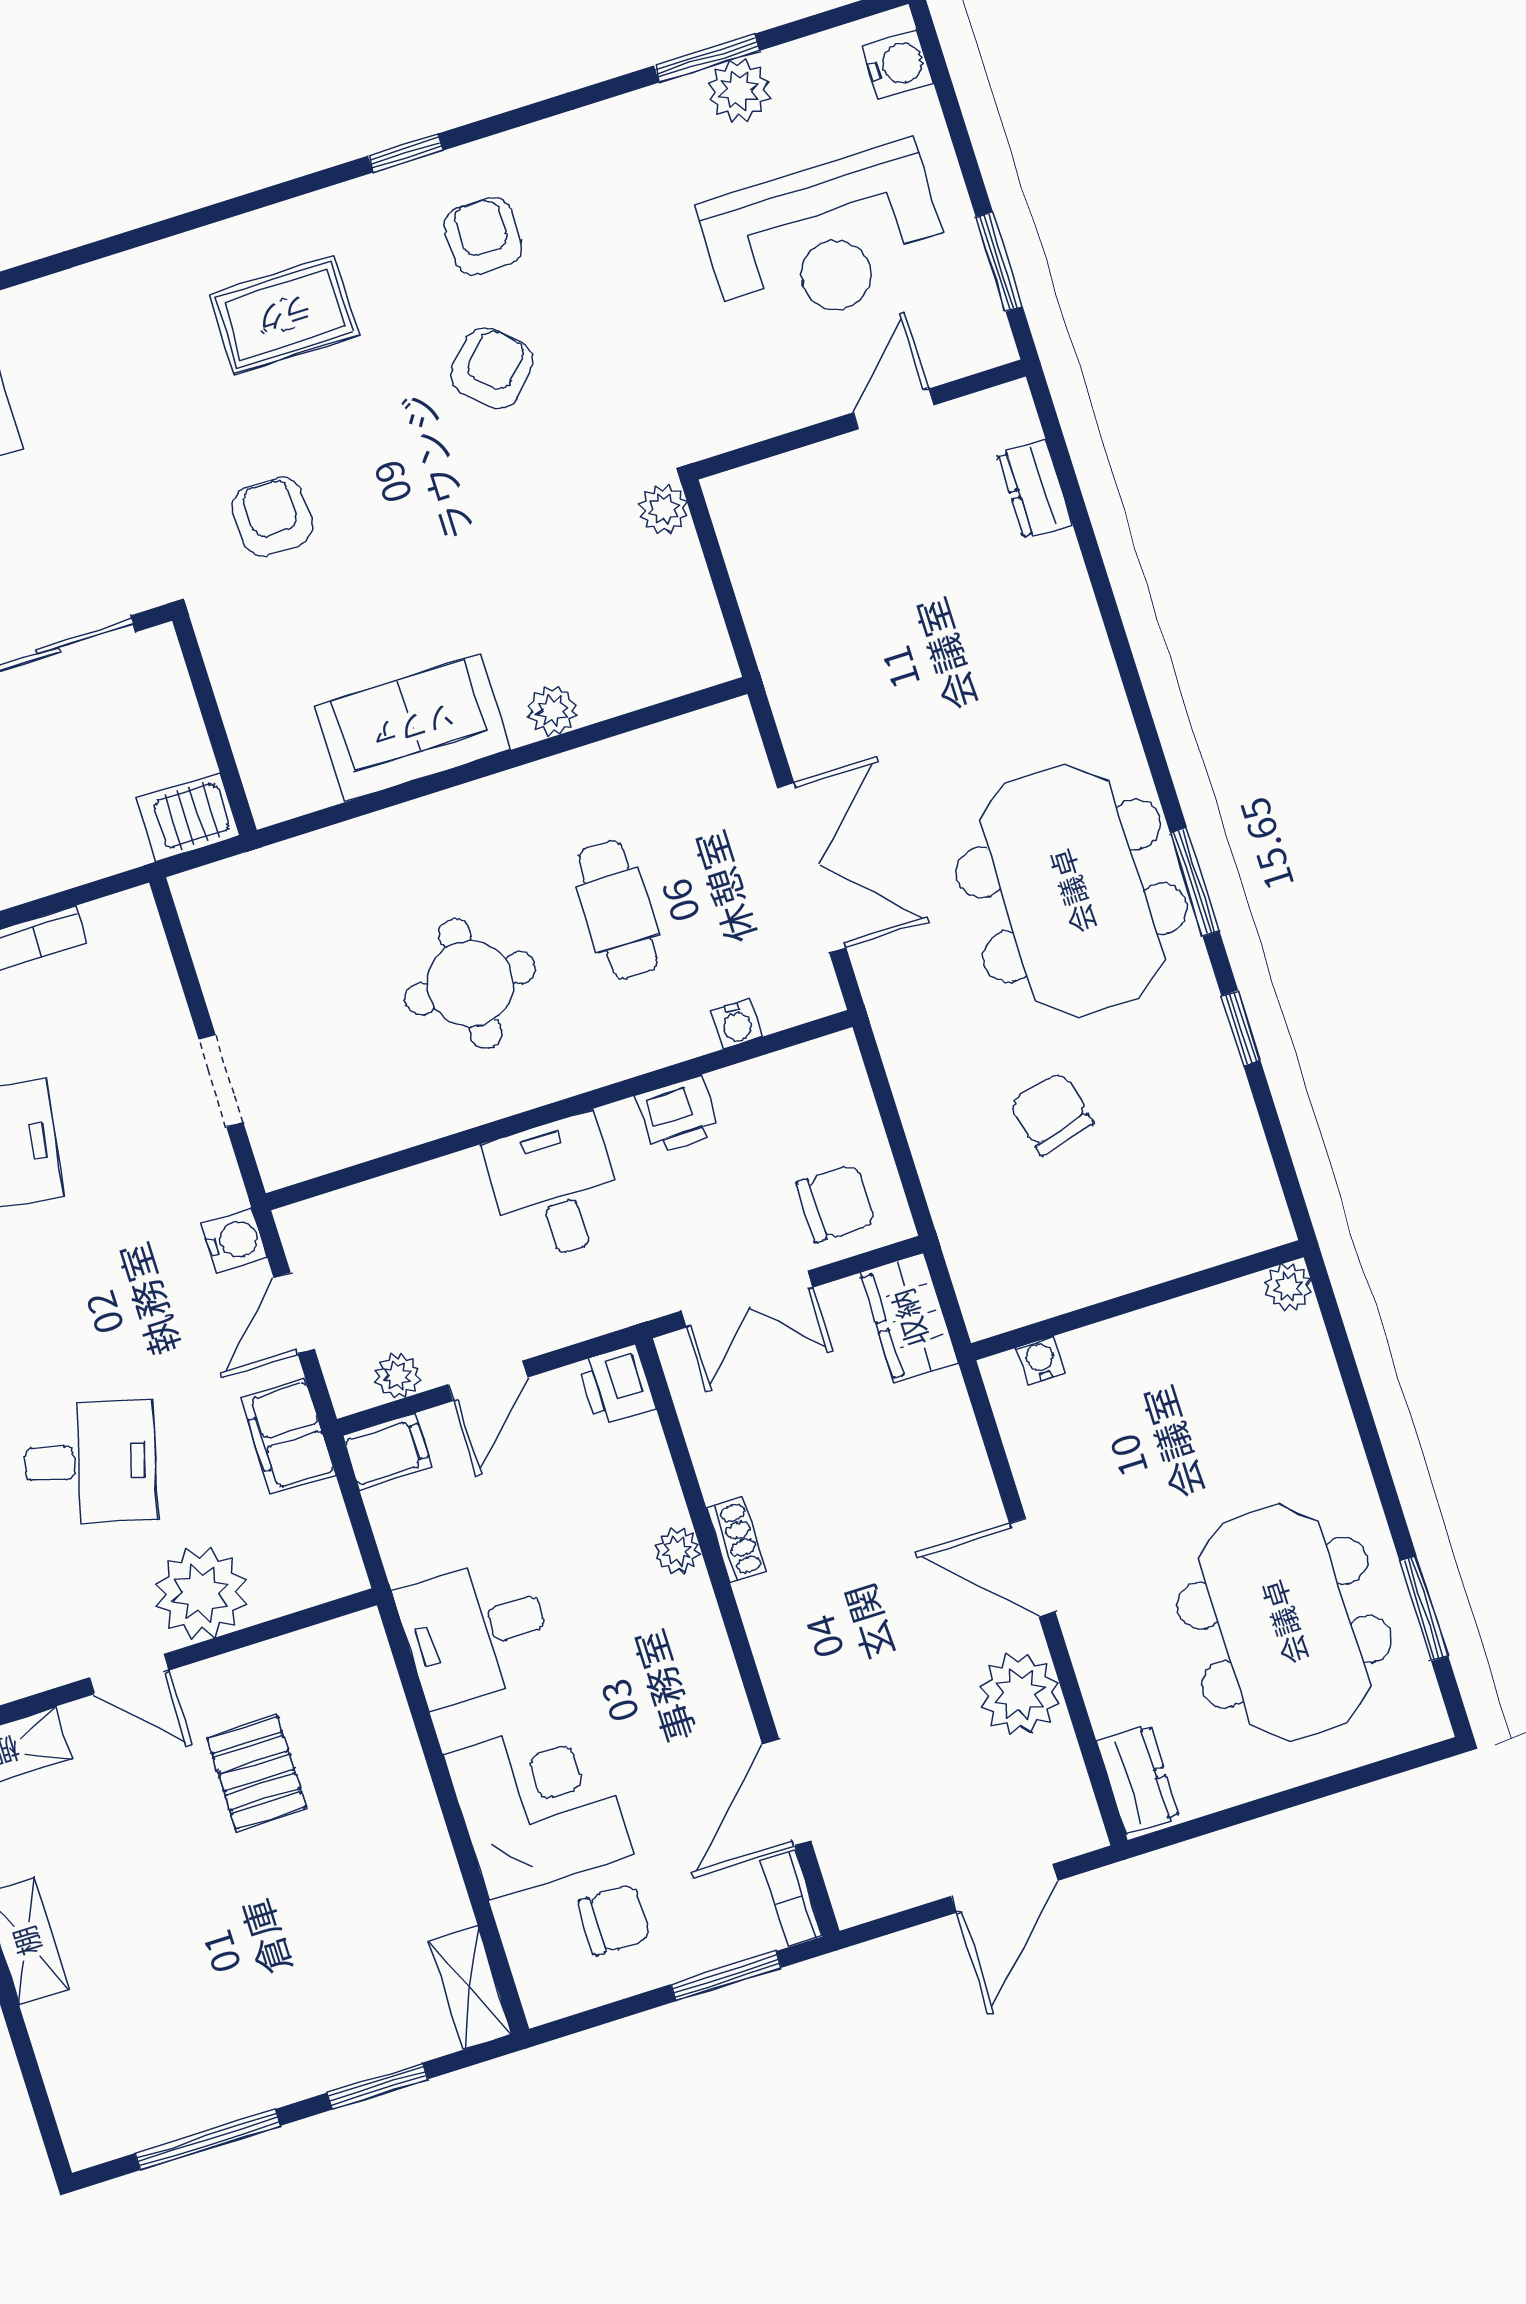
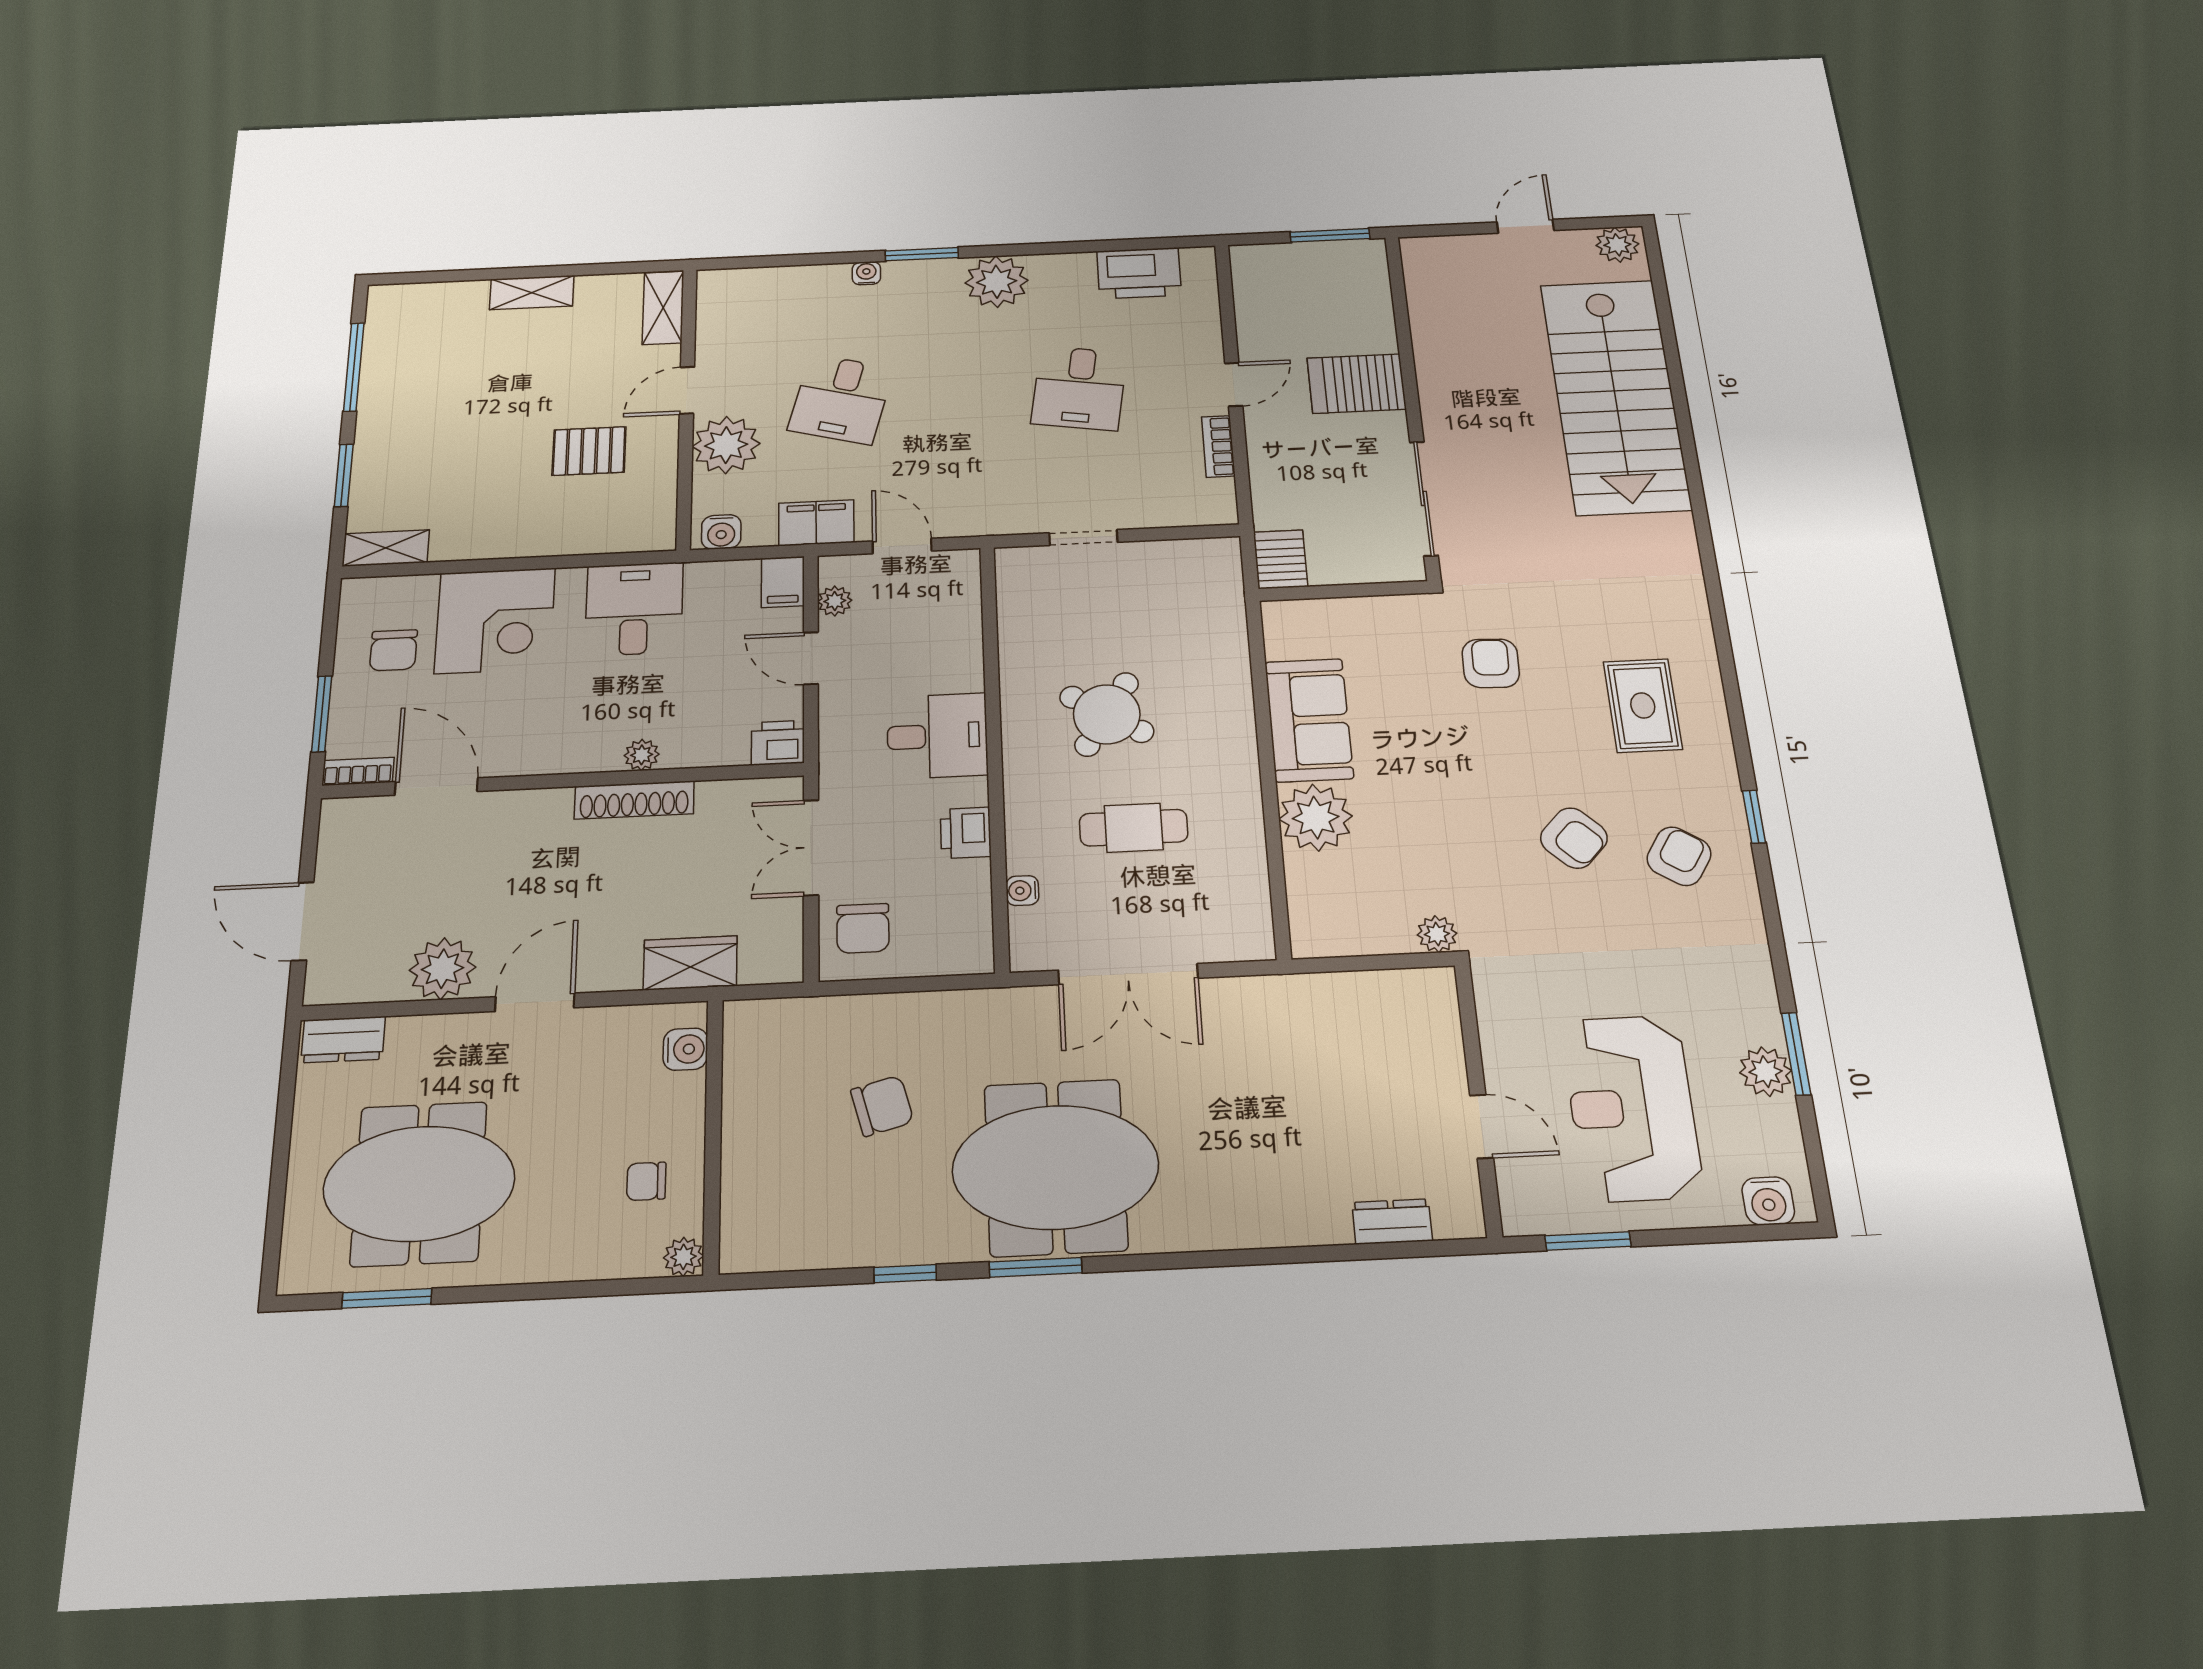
armchair: (483, 236) -> (1679, 856), turned -57
armchair: (272, 516) -> (1491, 663), turned -88
plant: (553, 710) -> (1316, 818), width x1.88, depth x1.88
round table: (470, 984) -> (1107, 714), turned 32
water cooler: (234, 1240) -> (721, 532), moved
wardrobe: (909, 1318) -> (690, 963), moved
chair: (1213, 1359) -> (646, 1181), added
water cooler: (1041, 1360) -> (685, 1049), width x1.38, depth x1.38
shoe rack: (736, 1540) -> (634, 800), width x1.94, depth x1.24

